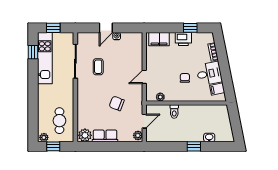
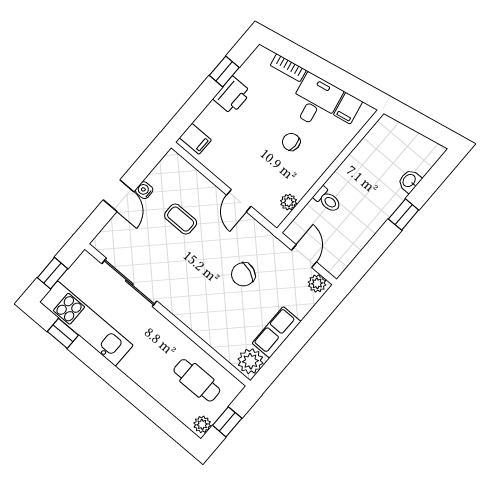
filing cabinet: (159, 39) -> (195, 139), width x0.50
coffee table: (98, 67) -> (181, 219), moved

